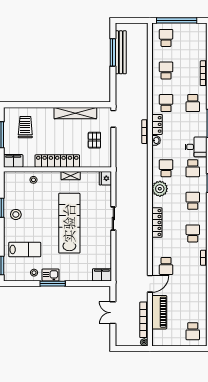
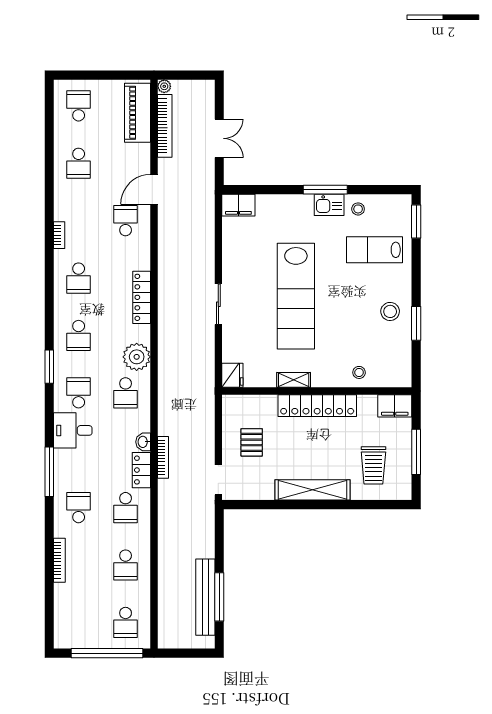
shelving: (75, 113) -> (312, 490), moved
school desk: (193, 299) -> (79, 163), added
piano: (159, 312) -> (138, 113), moved

